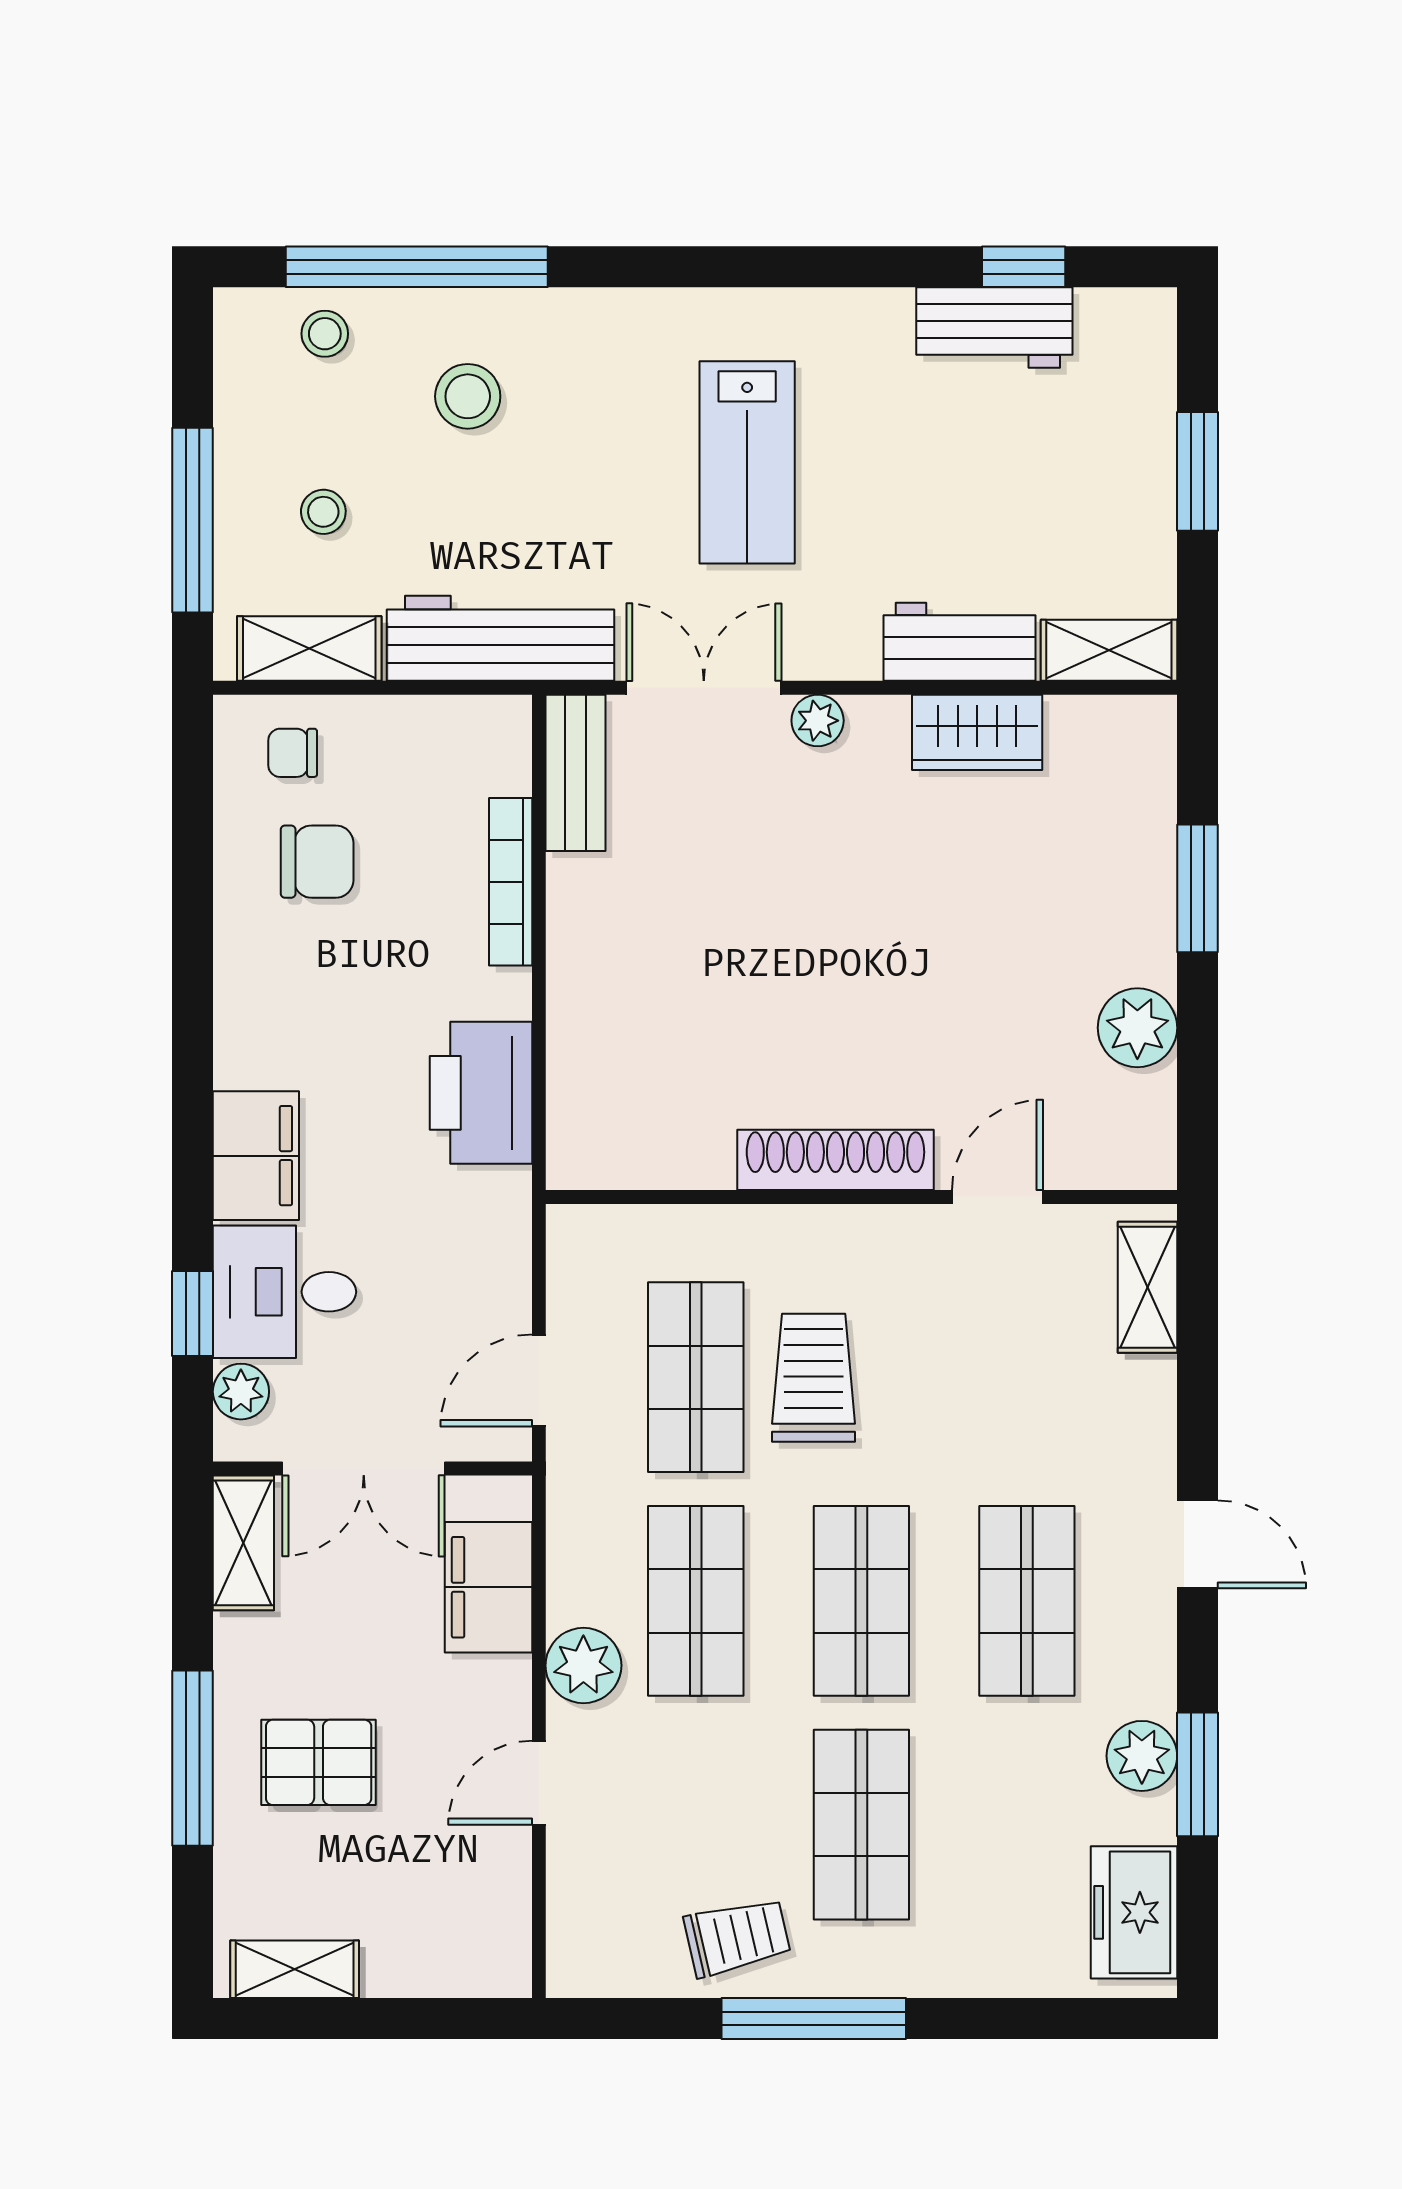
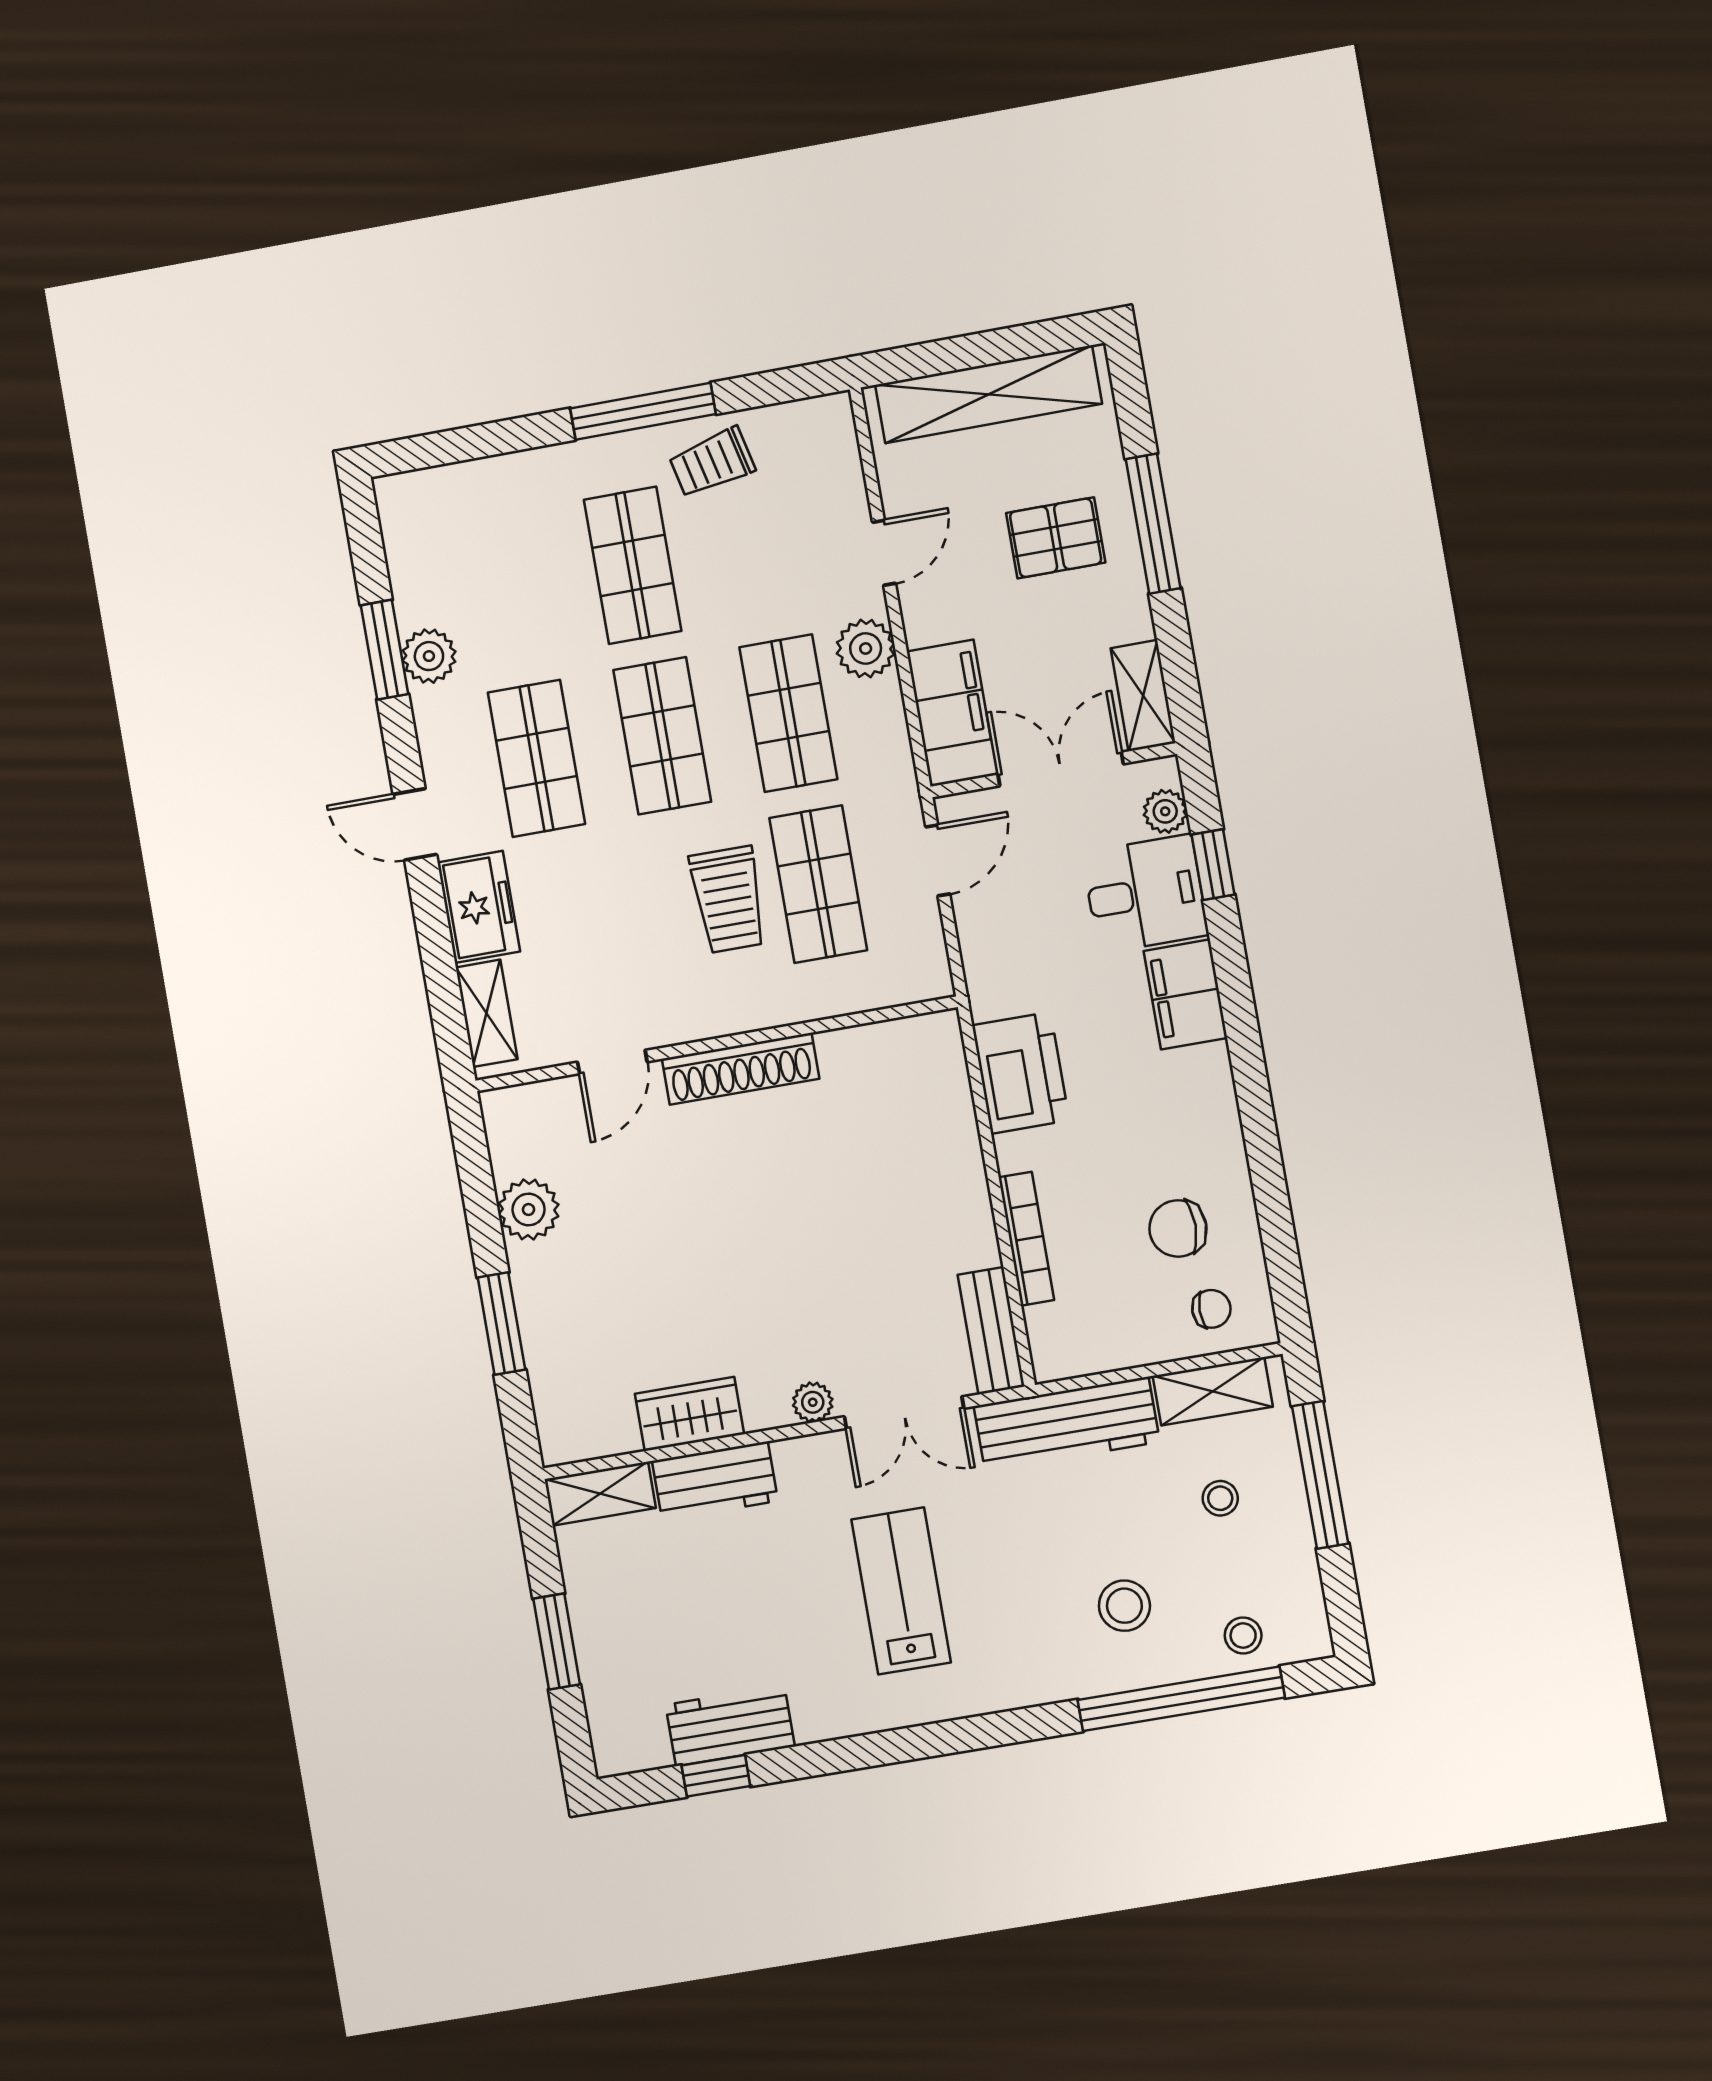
freezer: (1134, 1912) -> (479, 907), moved
shelving: (295, 1969) -> (988, 394), width x2.20, depth x1.33

